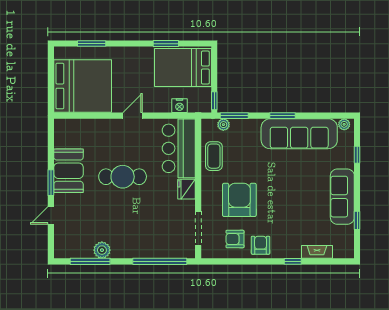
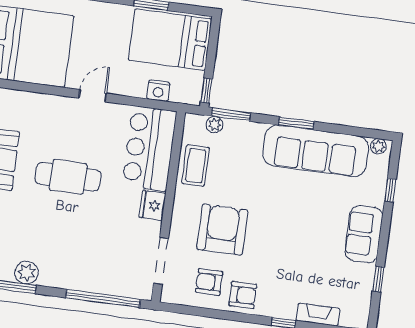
sofa: (342, 197) -> (364, 234), width x0.73
armchair: (261, 245) -> (243, 295), turned 90

